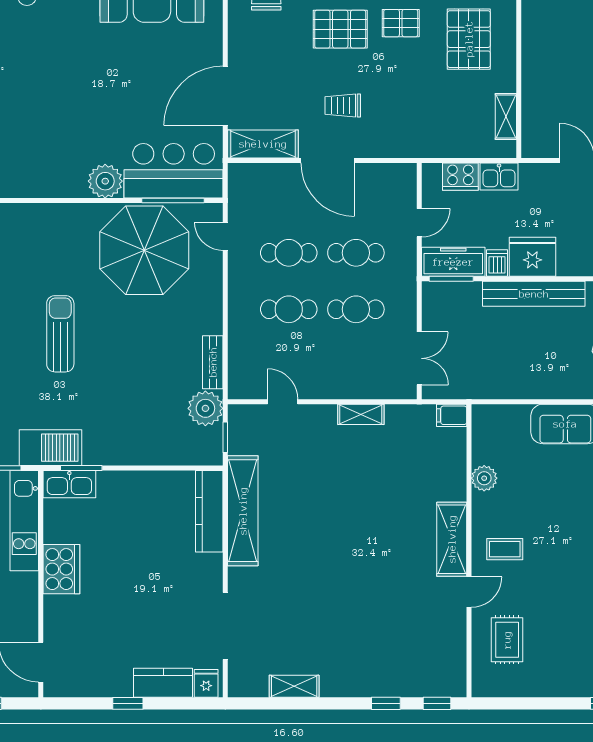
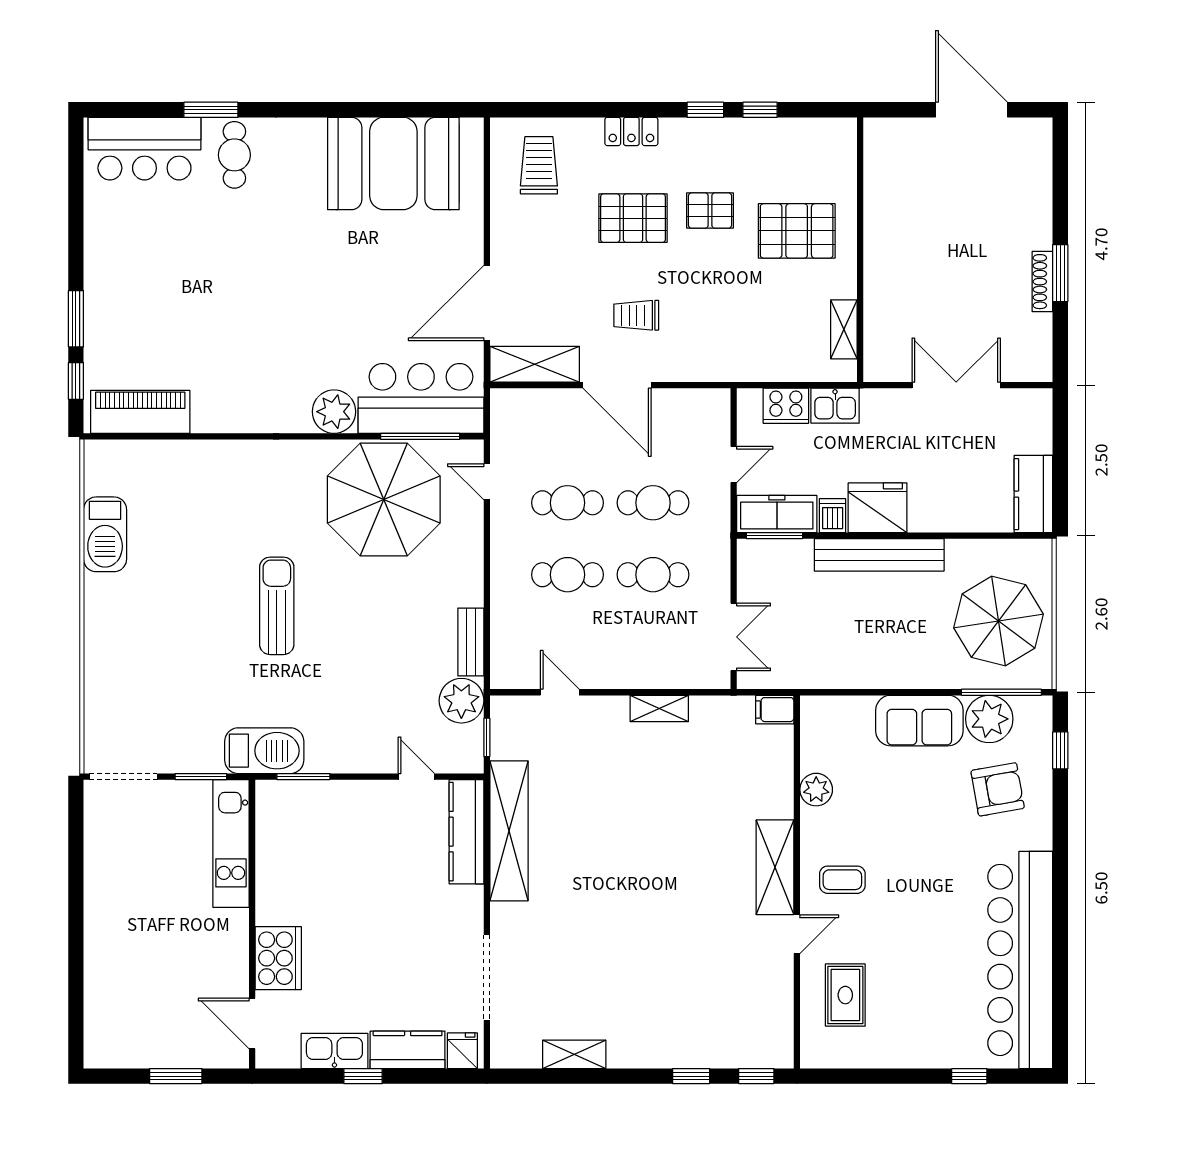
pallet: (469, 39) -> (797, 231), turned 90
door: (170, 468) -> (416, 777), added
kitchen sink: (69, 484) -> (334, 1051), moved, turned 180
cooker: (61, 569) -> (278, 958), moved

